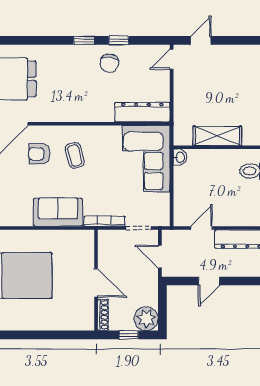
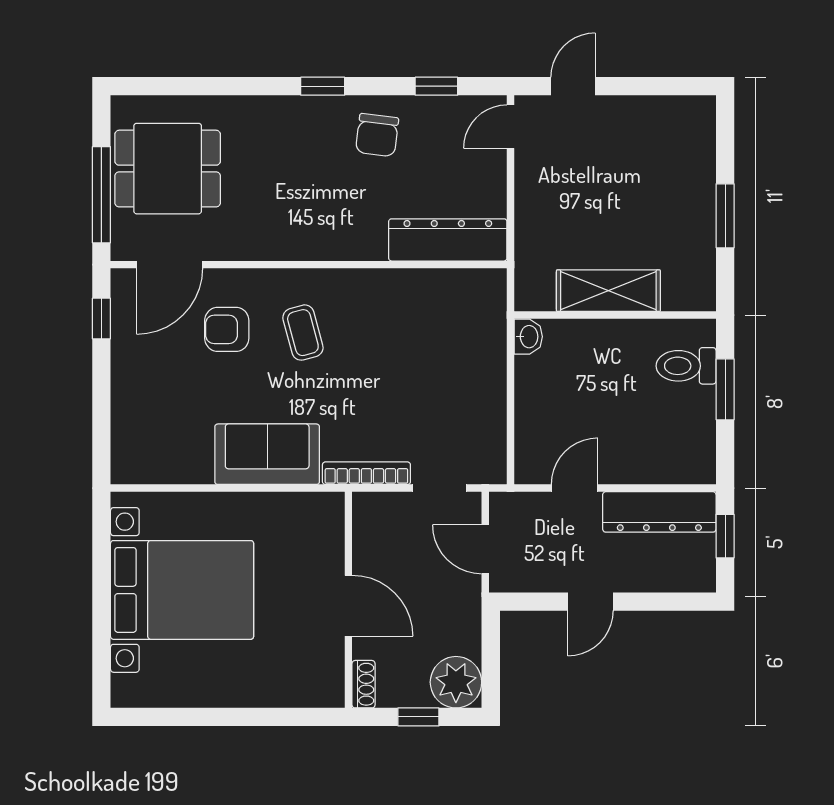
window: (119, 40) -> (436, 86), moved
corner sofa: (146, 159) -> (456, 340), removed
shoe rack: (103, 315) -> (363, 684), width x0.70

